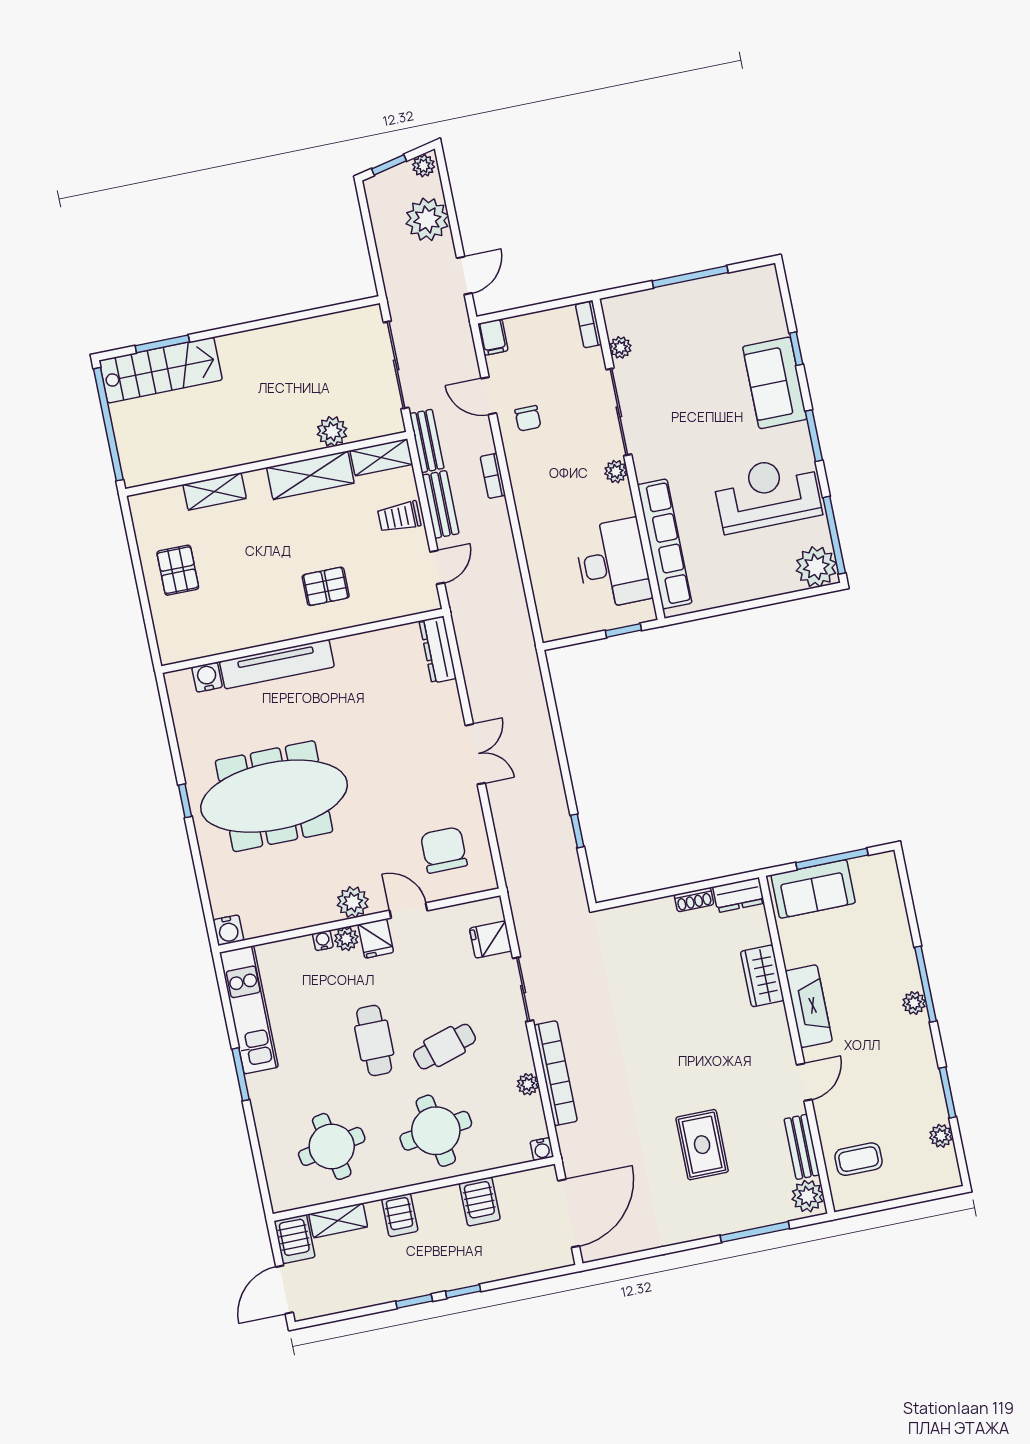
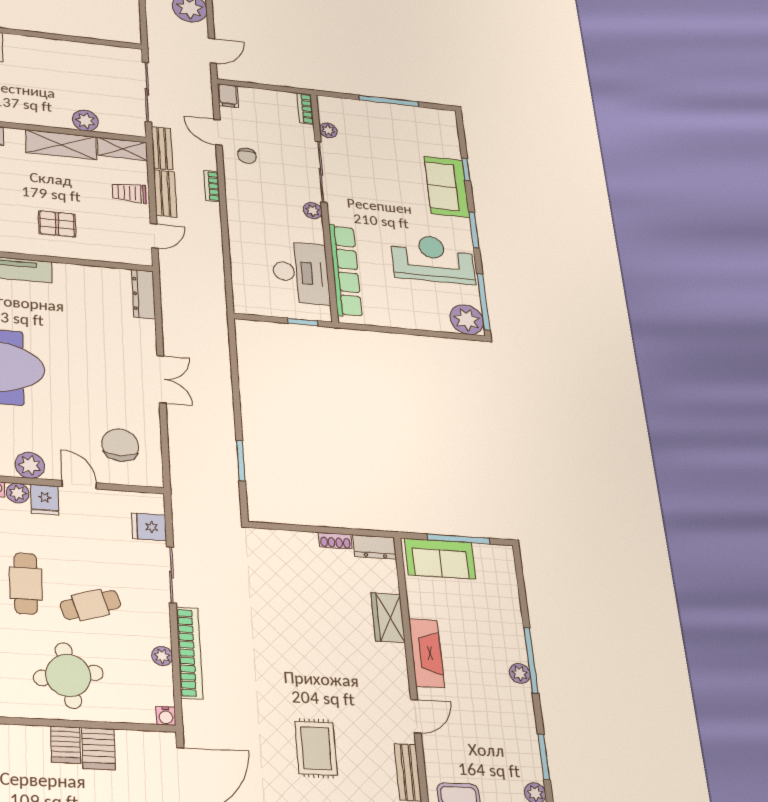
window: (577, 831) -> (241, 461), width x1.50
server rack: (400, 1215) -> (66, 745), moved

